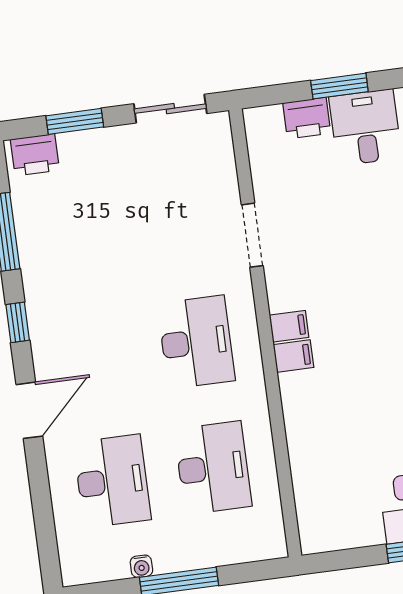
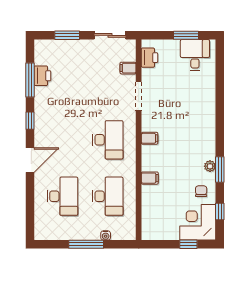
printer: (307, 118) -> (150, 58), moved, turned -90
printer: (35, 155) -> (42, 76), moved, turned -90
filing cabinet: (220, 176) -> (128, 68), added
filing cabinet: (294, 356) -> (150, 178), moved
water cooler: (141, 566) -> (106, 235), moved

